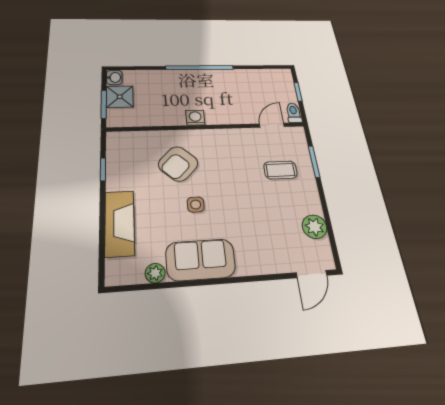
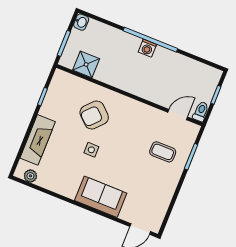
shower: (120, 97) -> (86, 64), moved
washing machine: (195, 118) -> (147, 48), moved, turned 180
plant: (315, 227) -> (161, 201), removed
sofa: (201, 260) -> (101, 197), moved
plant: (155, 273) -> (30, 176), moved

